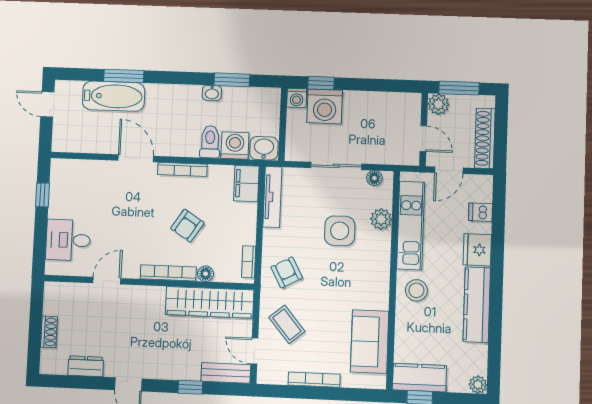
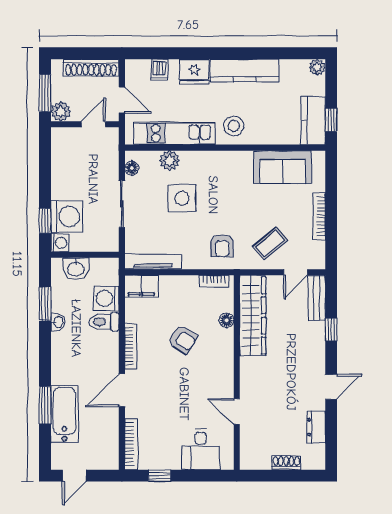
washbasin: (264, 148) -> (76, 269), moved, turned -90
armchair: (287, 272) -> (222, 246), turned -62
bookcase: (168, 273) -> (131, 444), moved, turned 180

